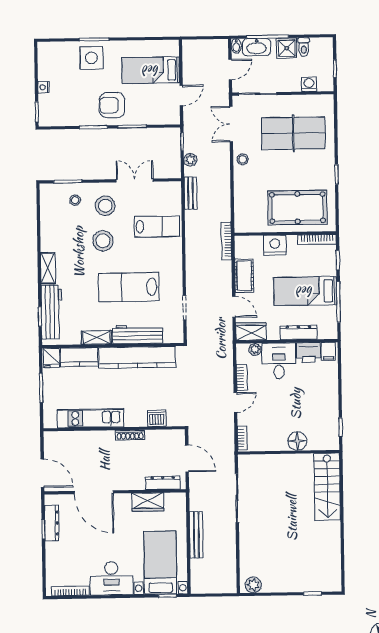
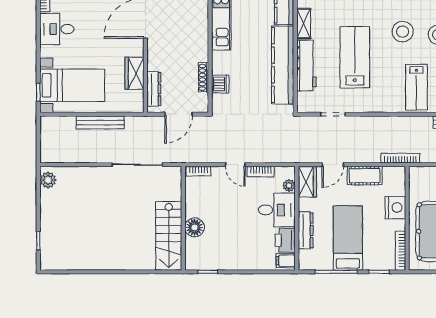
shoe rack: (130, 435) -> (203, 77), moved
stairs: (327, 487) -> (169, 236), moved, turned -90
desk: (111, 578) -> (57, 29), width x0.73

